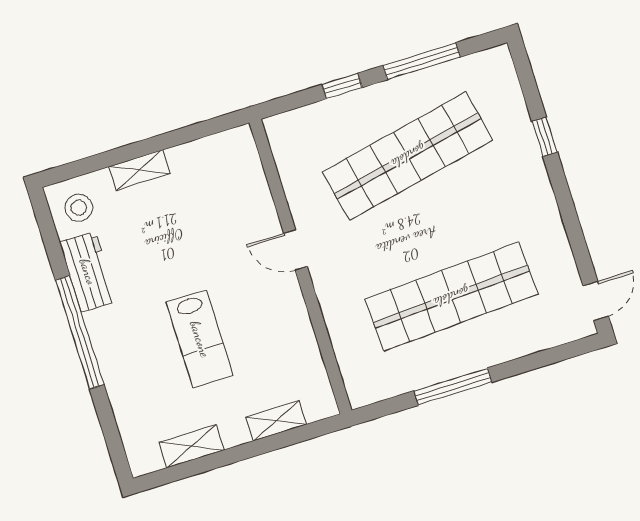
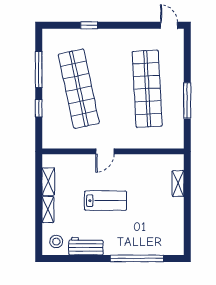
window: (80, 332) -> (137, 258), moved
lab bench: (200, 339) -> (105, 201), moved
shelving: (191, 446) -> (48, 182), moved

